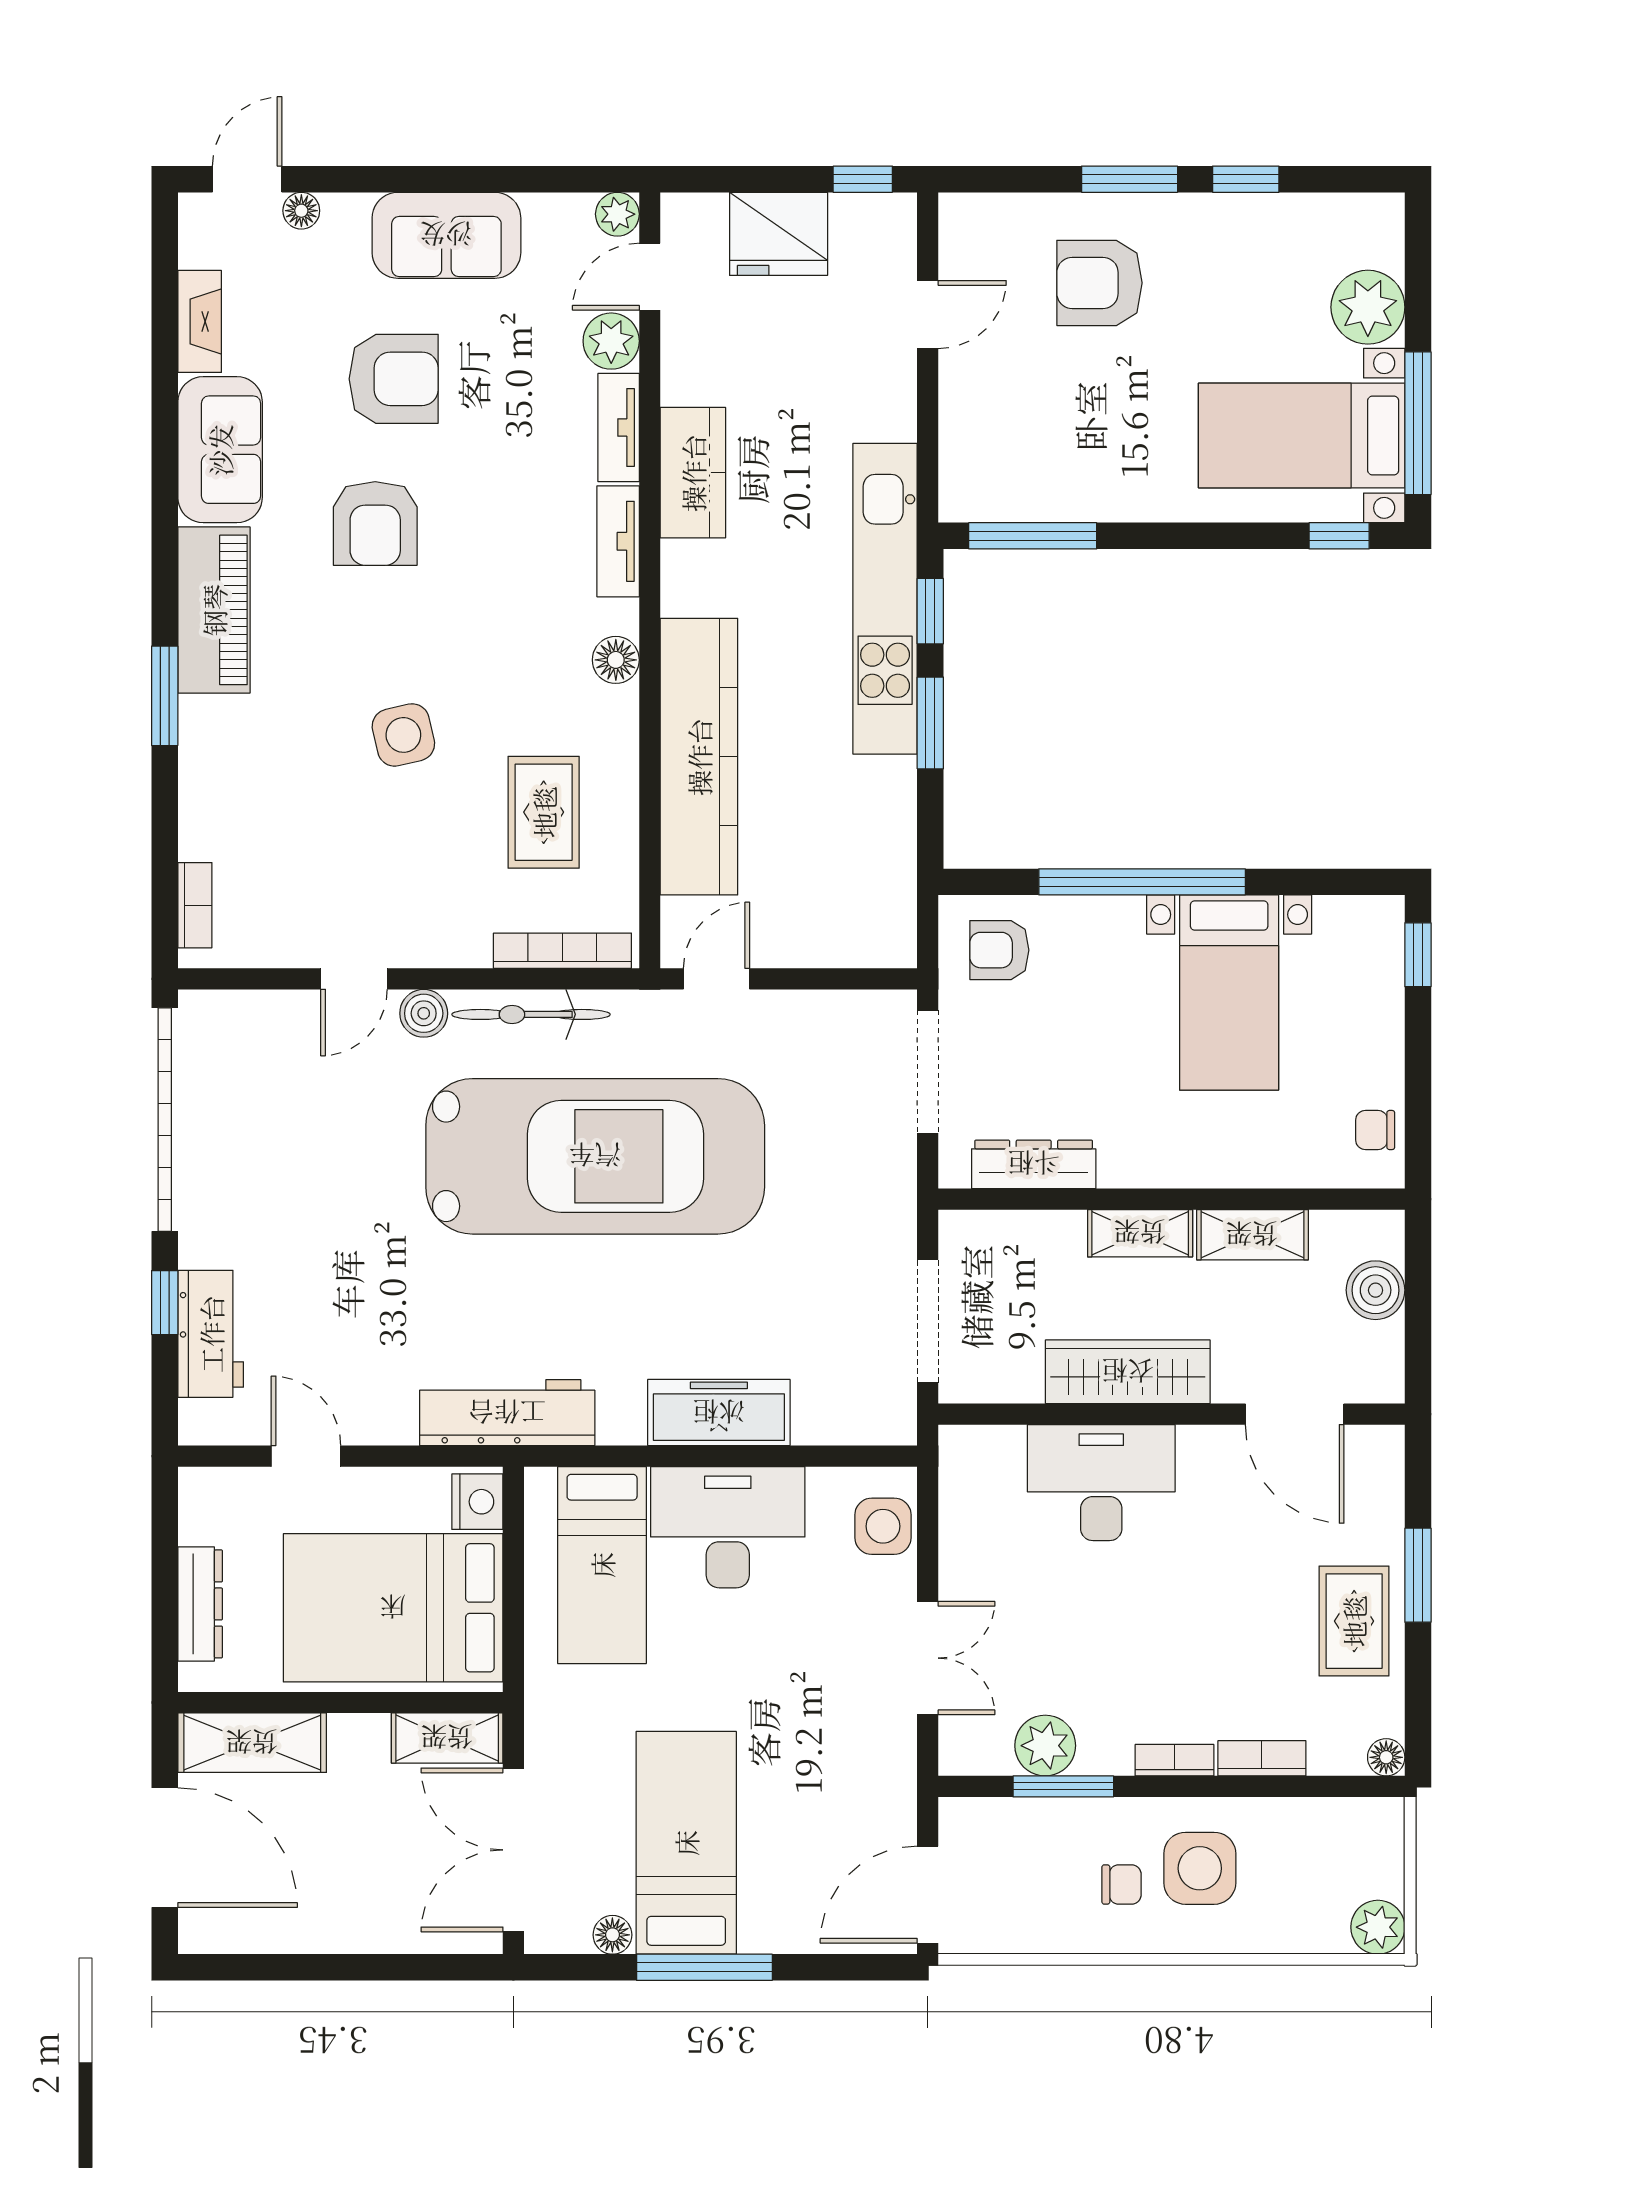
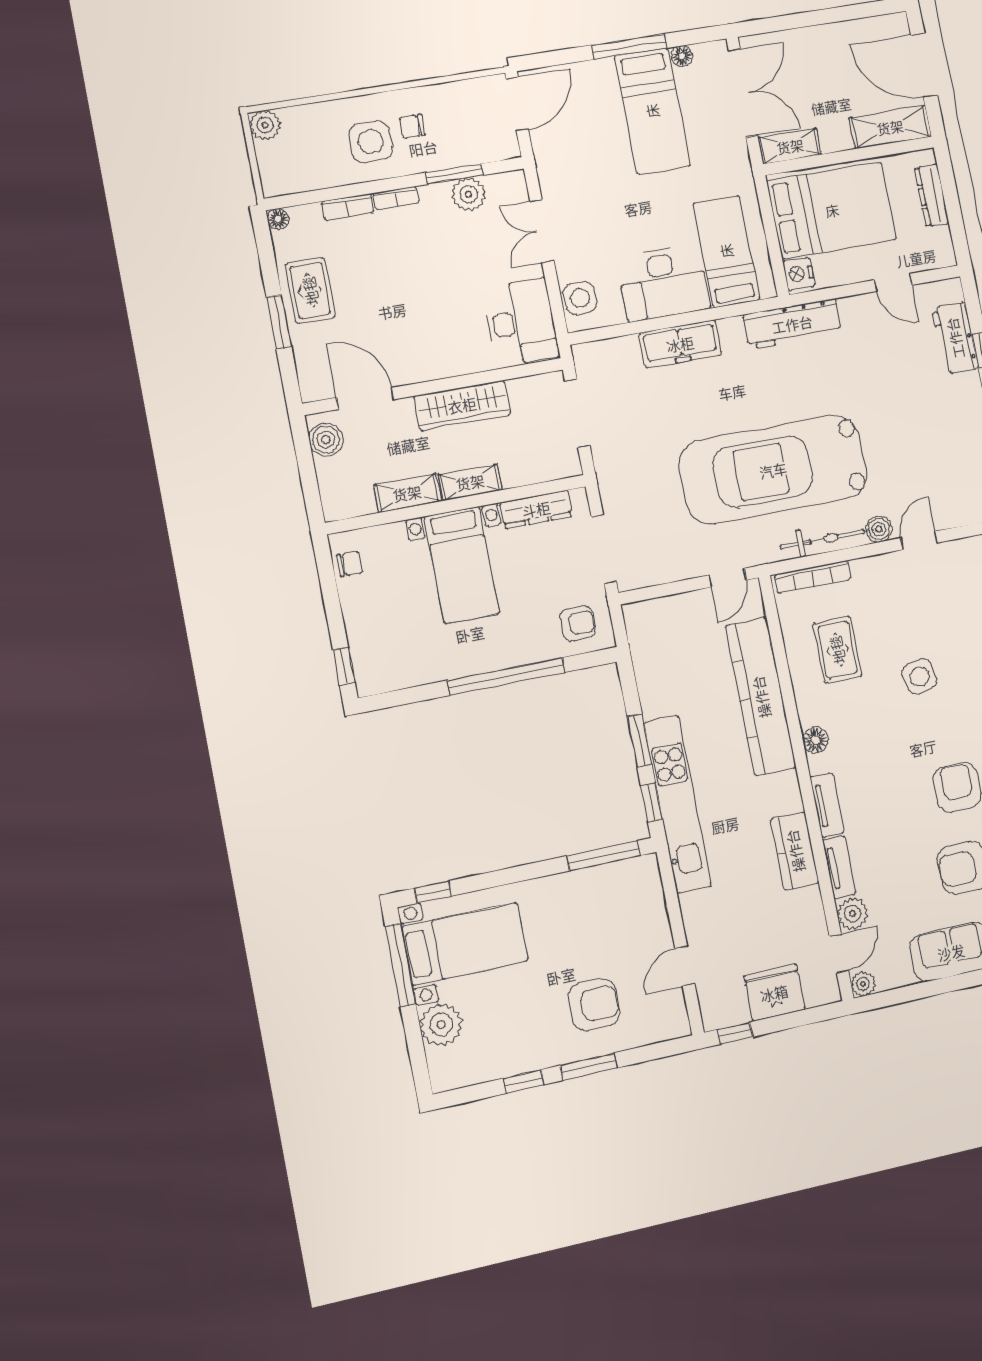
bed with nightstands: (1229, 993) -> (462, 565), moved, turned 180
boiler: (1376, 1290) -> (326, 440), moved
desk: (1101, 1483) -> (521, 322), moved, turned -90

